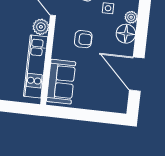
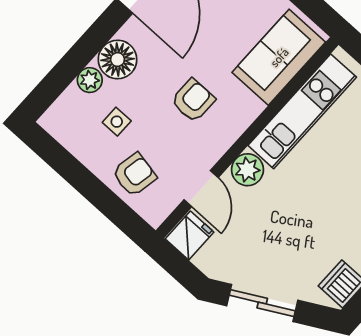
armchair: (83, 39) -> (193, 100), turned 90

